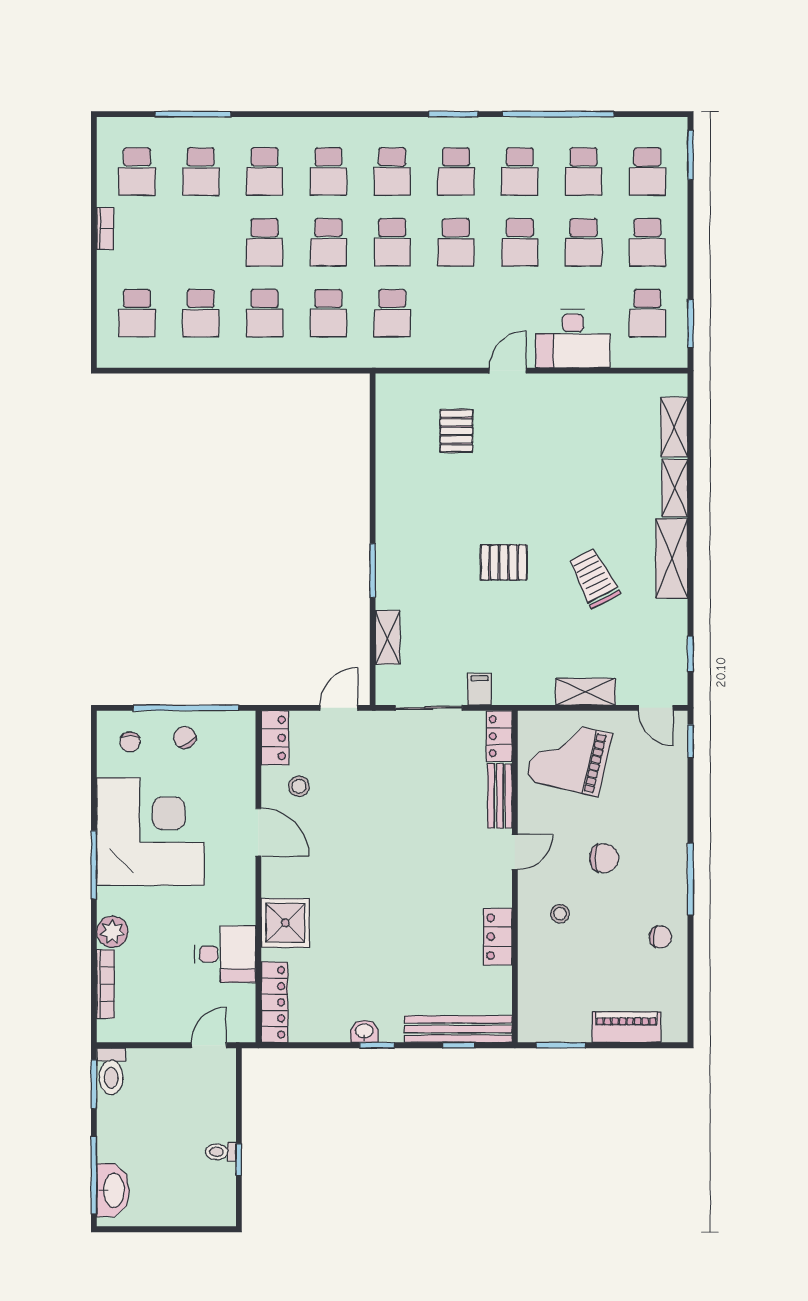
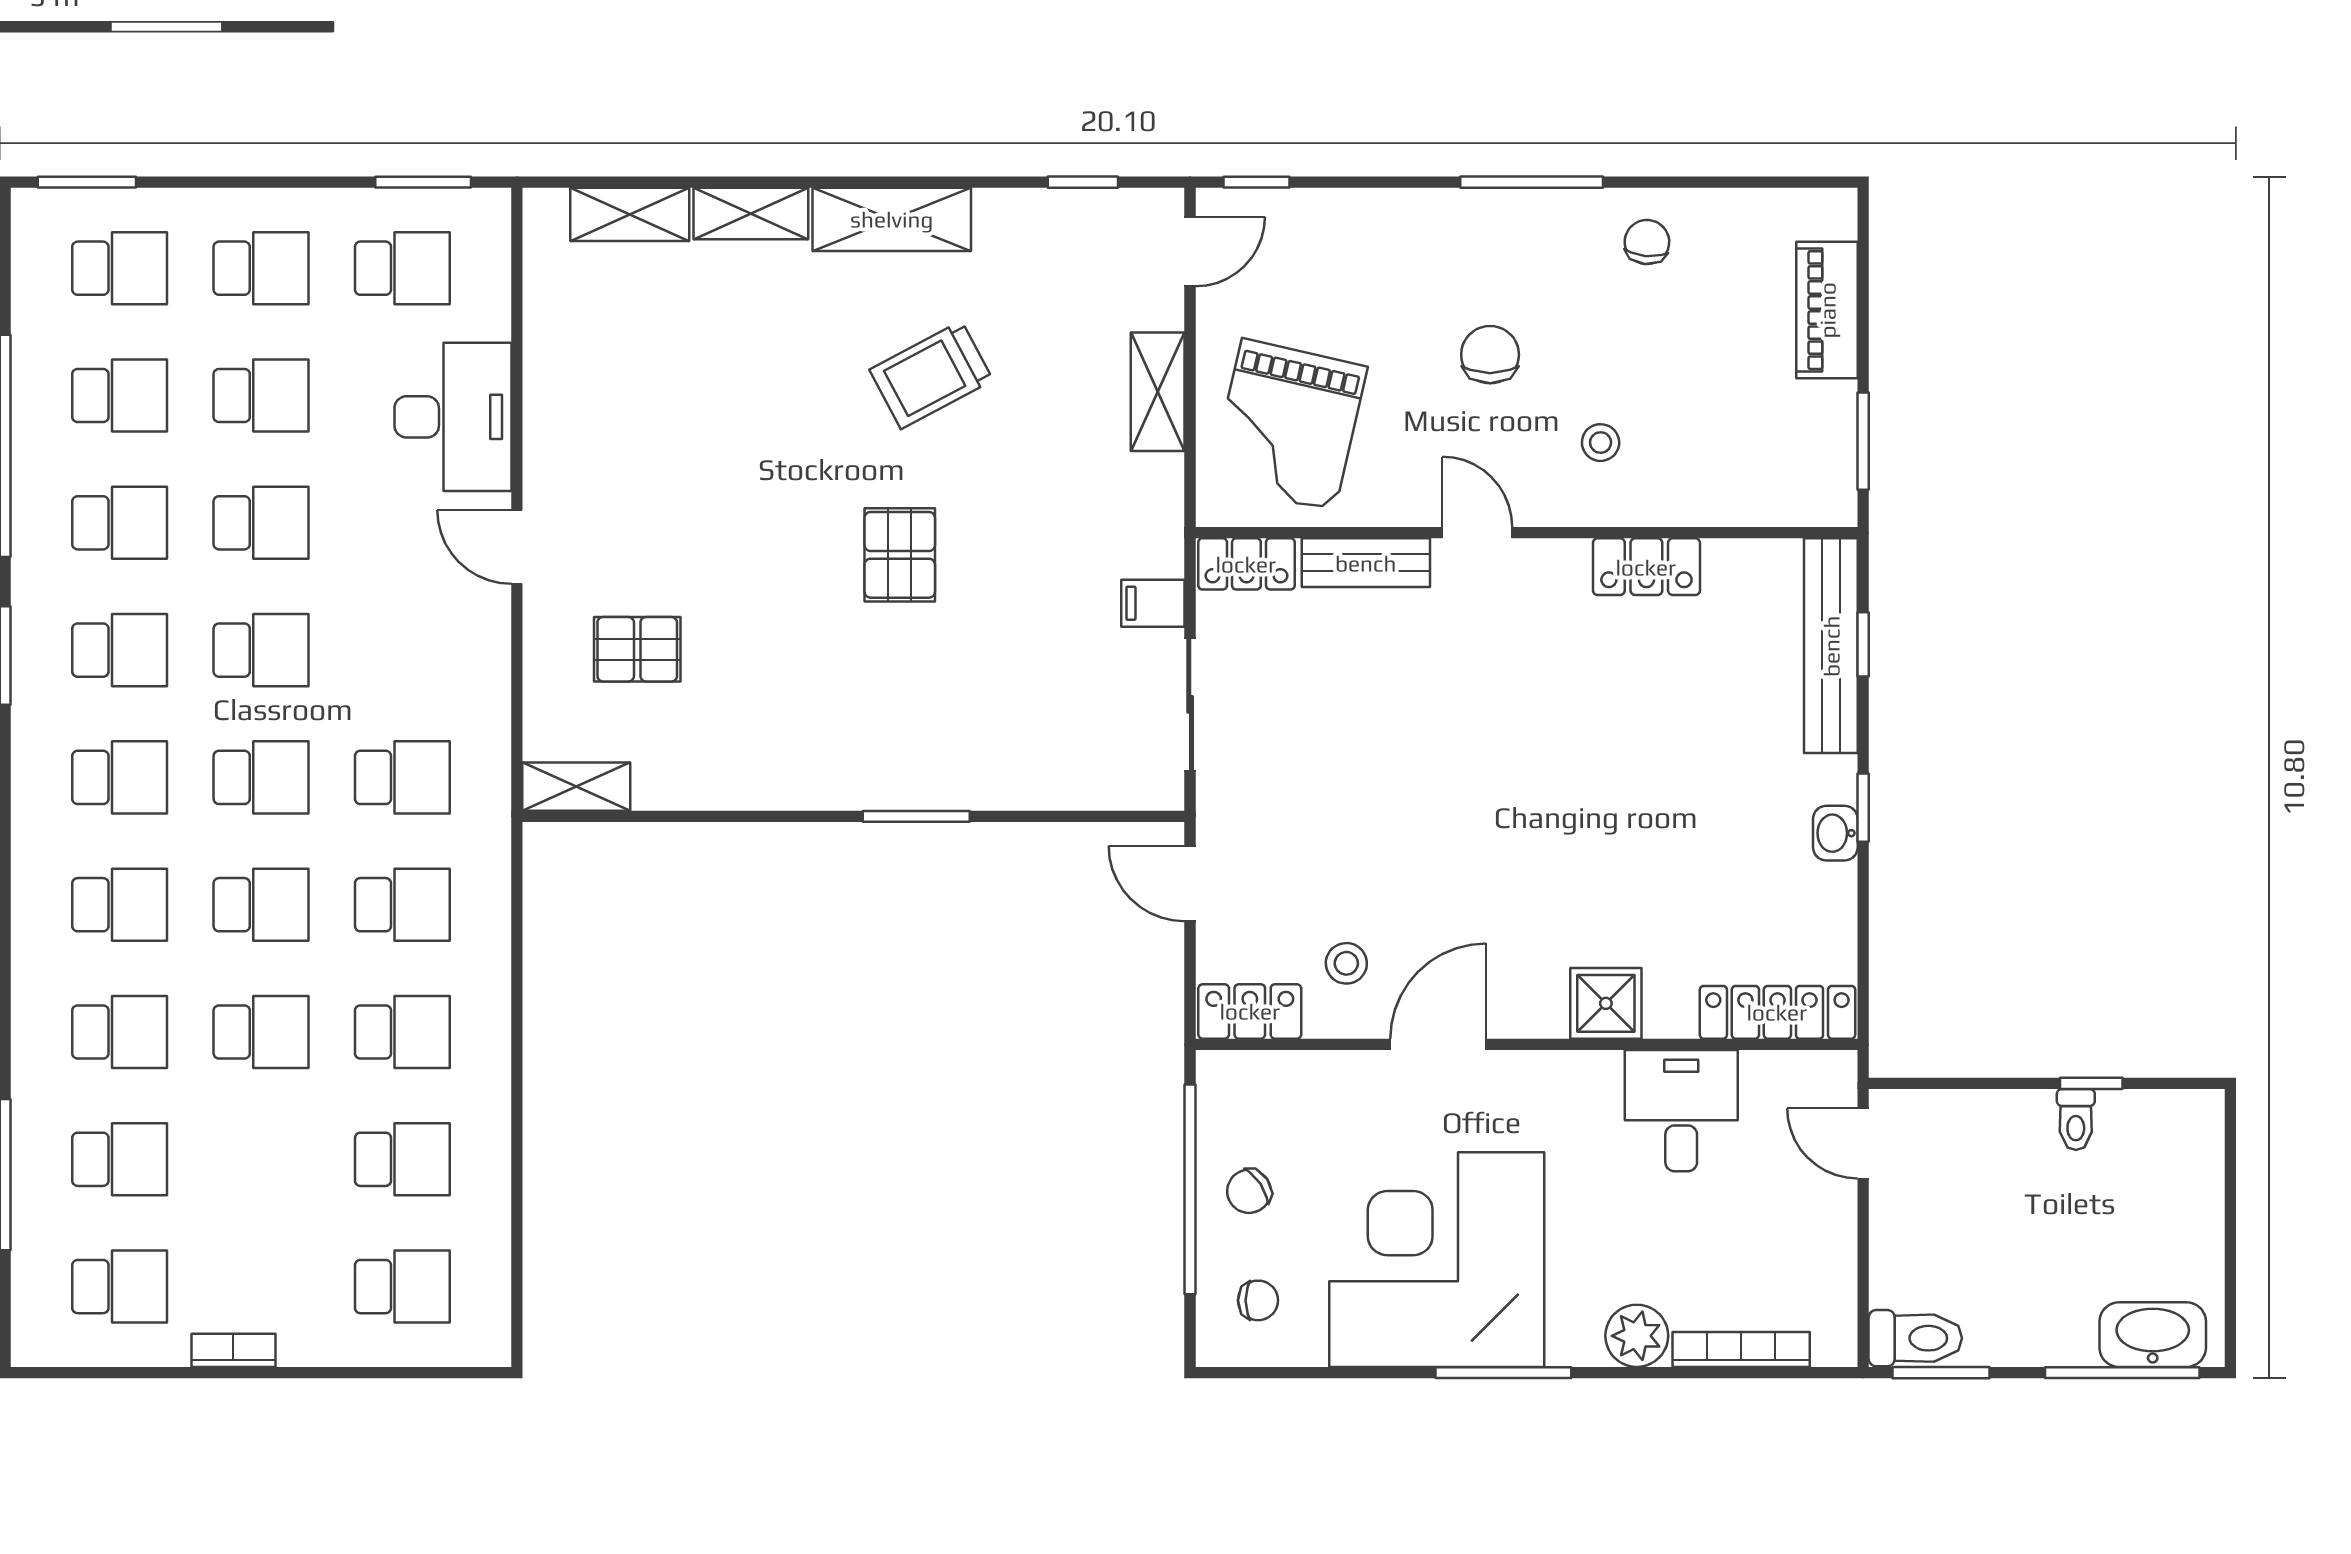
shelving: (388, 638) -> (576, 787), moved
shower: (285, 923) -> (1606, 1003), width x0.73, depth x0.73

